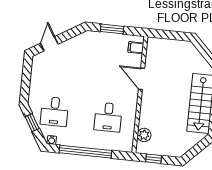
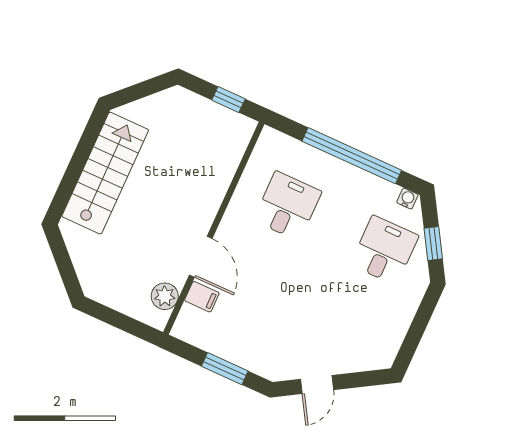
door: (49, 44) -> (317, 385), moved
filing cabinet: (136, 48) -> (202, 297), moved
plant: (144, 135) -> (165, 296), moved

